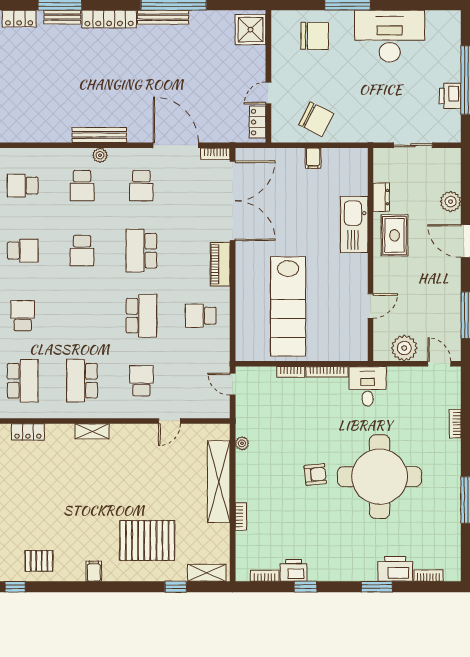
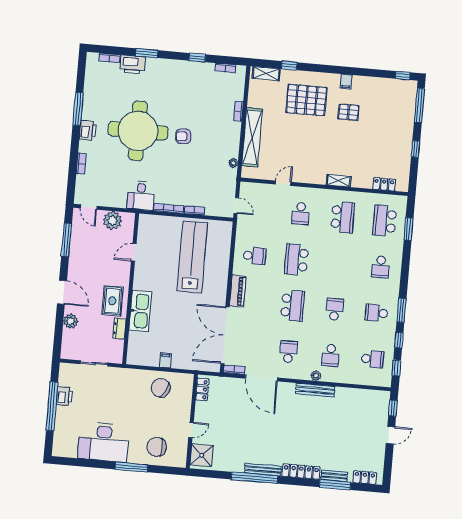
door: (268, 93) -> (191, 430), moved
school desk: (82, 186) -> (331, 355), turned 180
pallet: (39, 561) -> (349, 112), moved
printer: (294, 570) -> (88, 130), moved, turned -90

